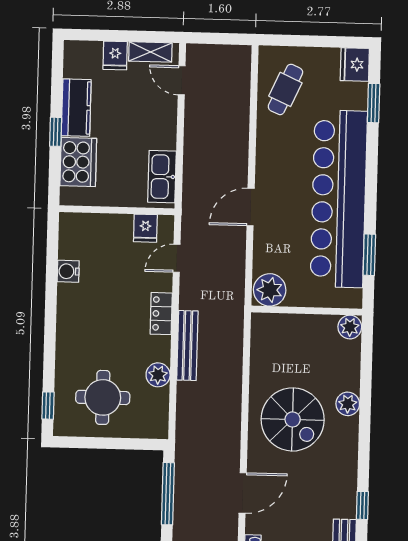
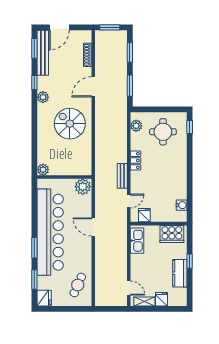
cooker: (78, 162) -> (172, 234), moved, turned -90
door: (251, 207) -> (93, 227), swing flipped
window: (369, 255) -> (34, 248), moved
water cooler: (68, 271) -> (182, 205), moved
locker: (161, 314) -> (135, 161), moved
bench: (187, 345) -> (122, 176), moved, width x0.73
plant: (158, 375) -> (136, 126), moved
plant: (348, 404) -> (43, 97), moved
window: (168, 494) -> (130, 86), width x0.69

